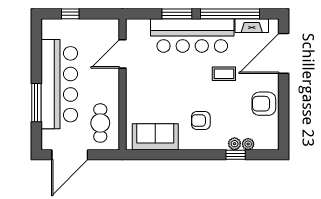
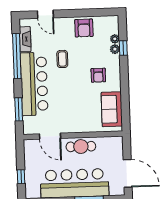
window: (177, 14) -> (19, 109), moved
door: (284, 53) -> (45, 14), width x0.53
cafe table: (100, 123) -> (81, 147), moved

